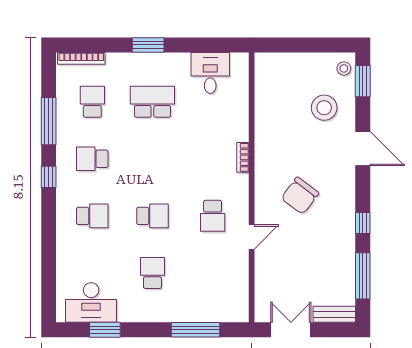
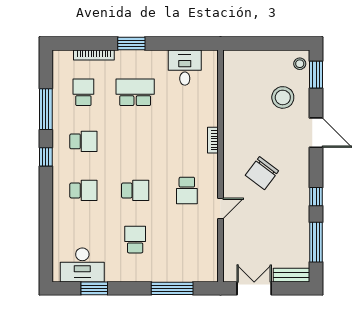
bookcase: (81, 58) -> (94, 55), moved
school desk: (92, 159) -> (83, 141), turned 180

